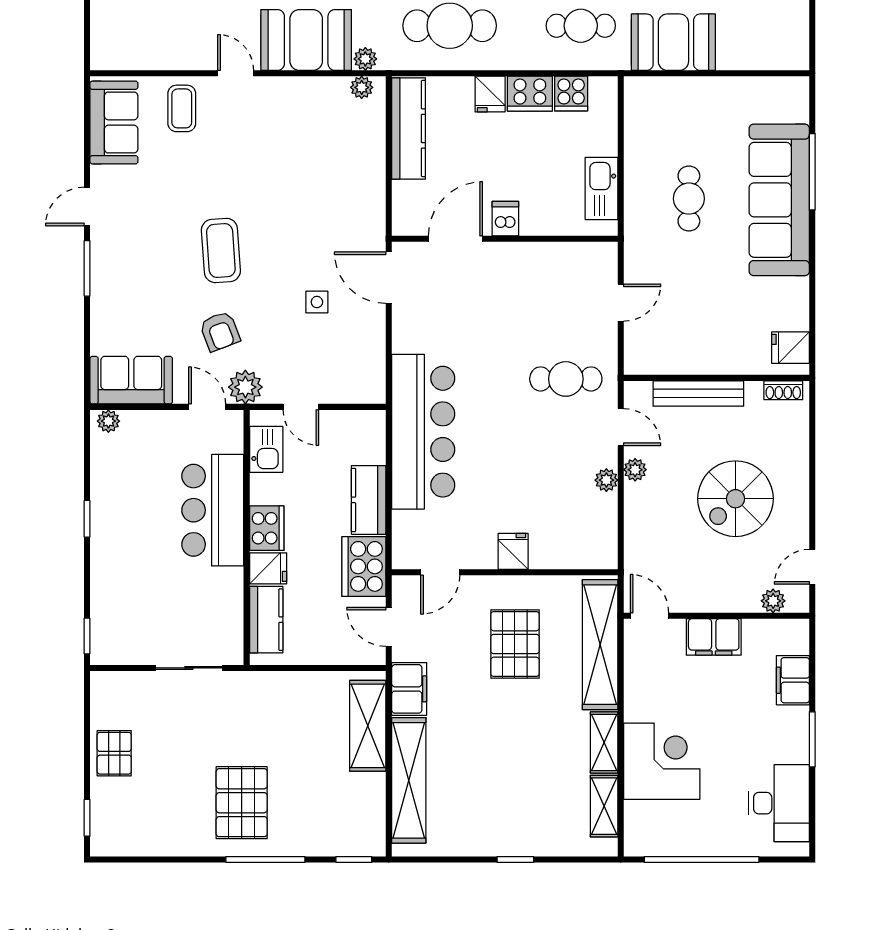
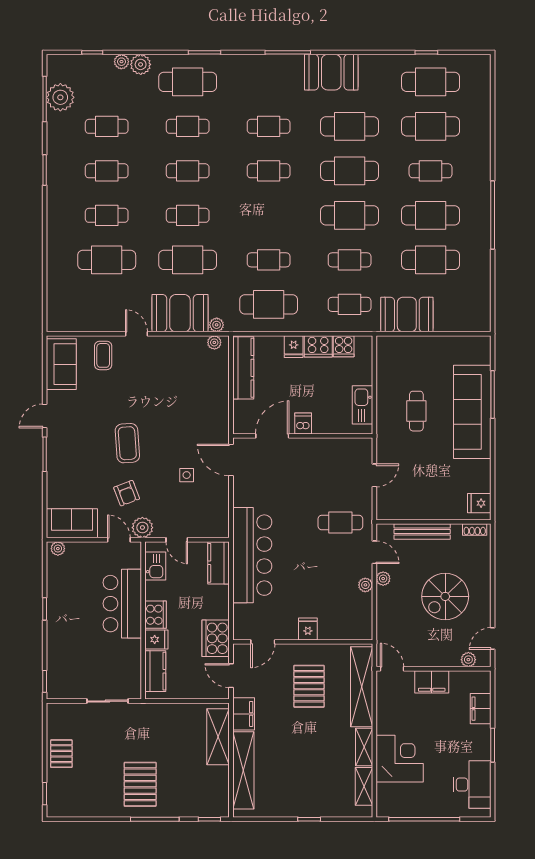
kitchen counter: (369, 500) -> (219, 563), moved

